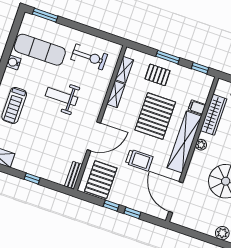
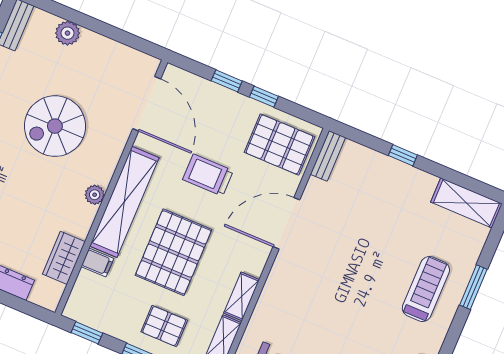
weight bench: (61, 97) -> (340, 299), removed
wardrobe: (214, 115) -> (64, 258), width x0.67
pallet: (101, 180) -> (279, 144), turned 90

